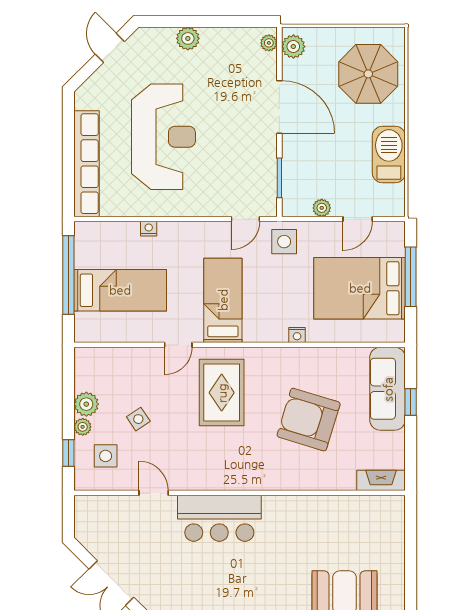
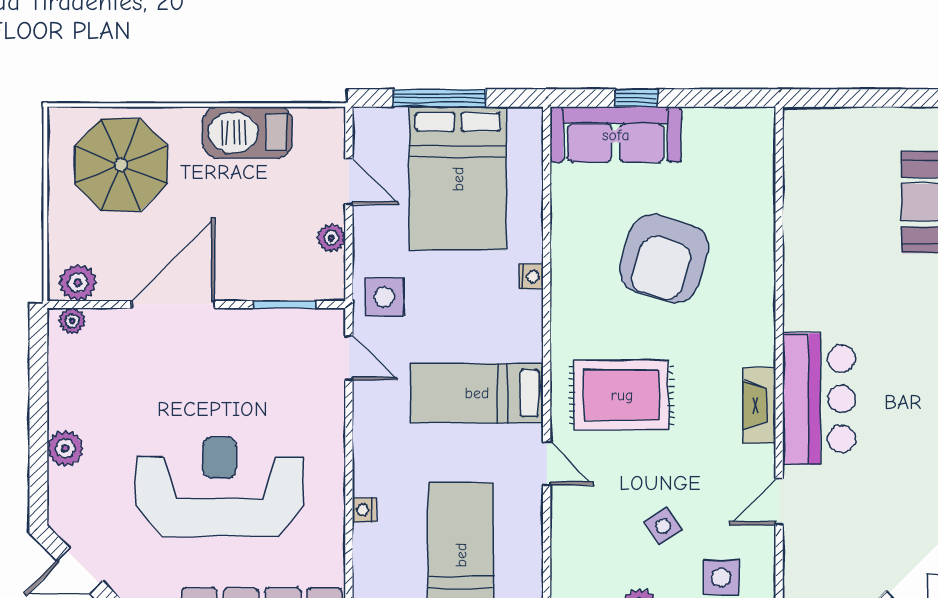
fireplace: (381, 480) -> (759, 405), moved

